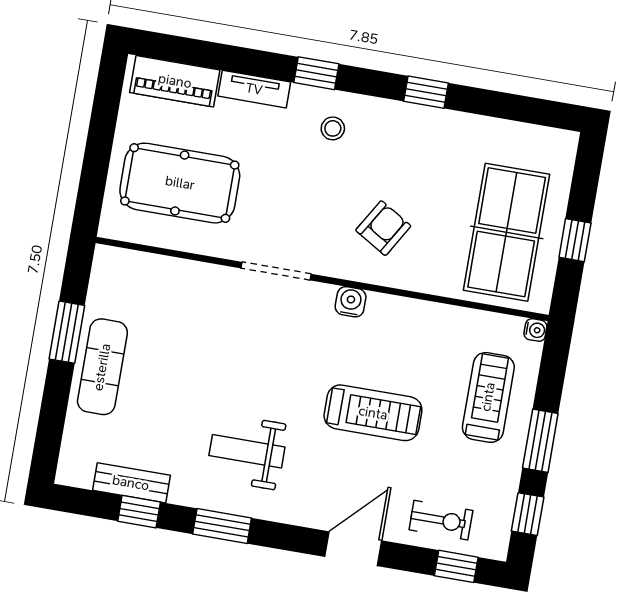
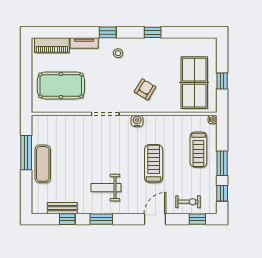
window: (67, 332) -> (26, 153), width x1.44
treadmill: (488, 397) -> (198, 150), turned 180
treadmill: (373, 413) -> (154, 164), turned -90

